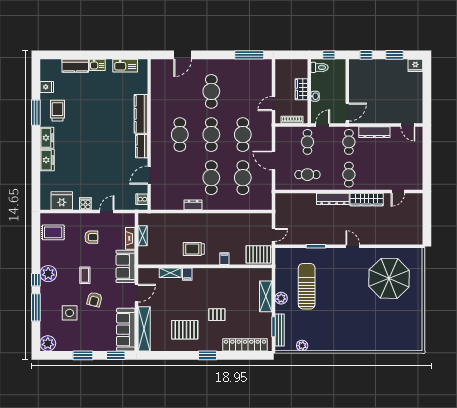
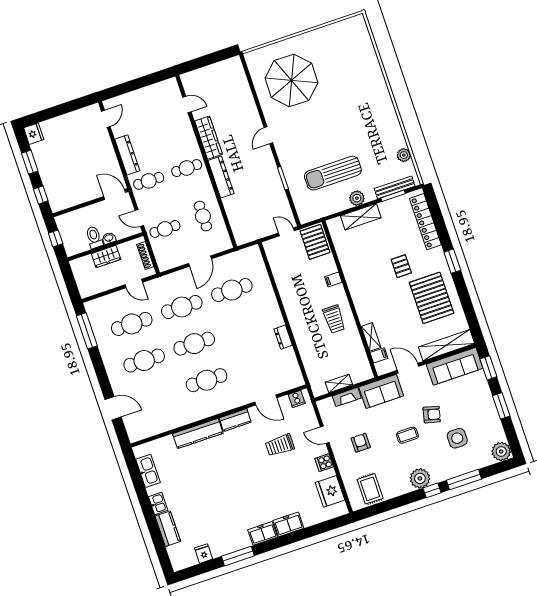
toilet: (320, 67) -> (94, 237), moved
trolley: (58, 111) -> (280, 445), moved
cafe table: (211, 178) -> (132, 324), moved
filing cabinet: (187, 274) -> (379, 355), moved
pallet: (185, 330) -> (432, 298), width x1.37, depth x1.41

